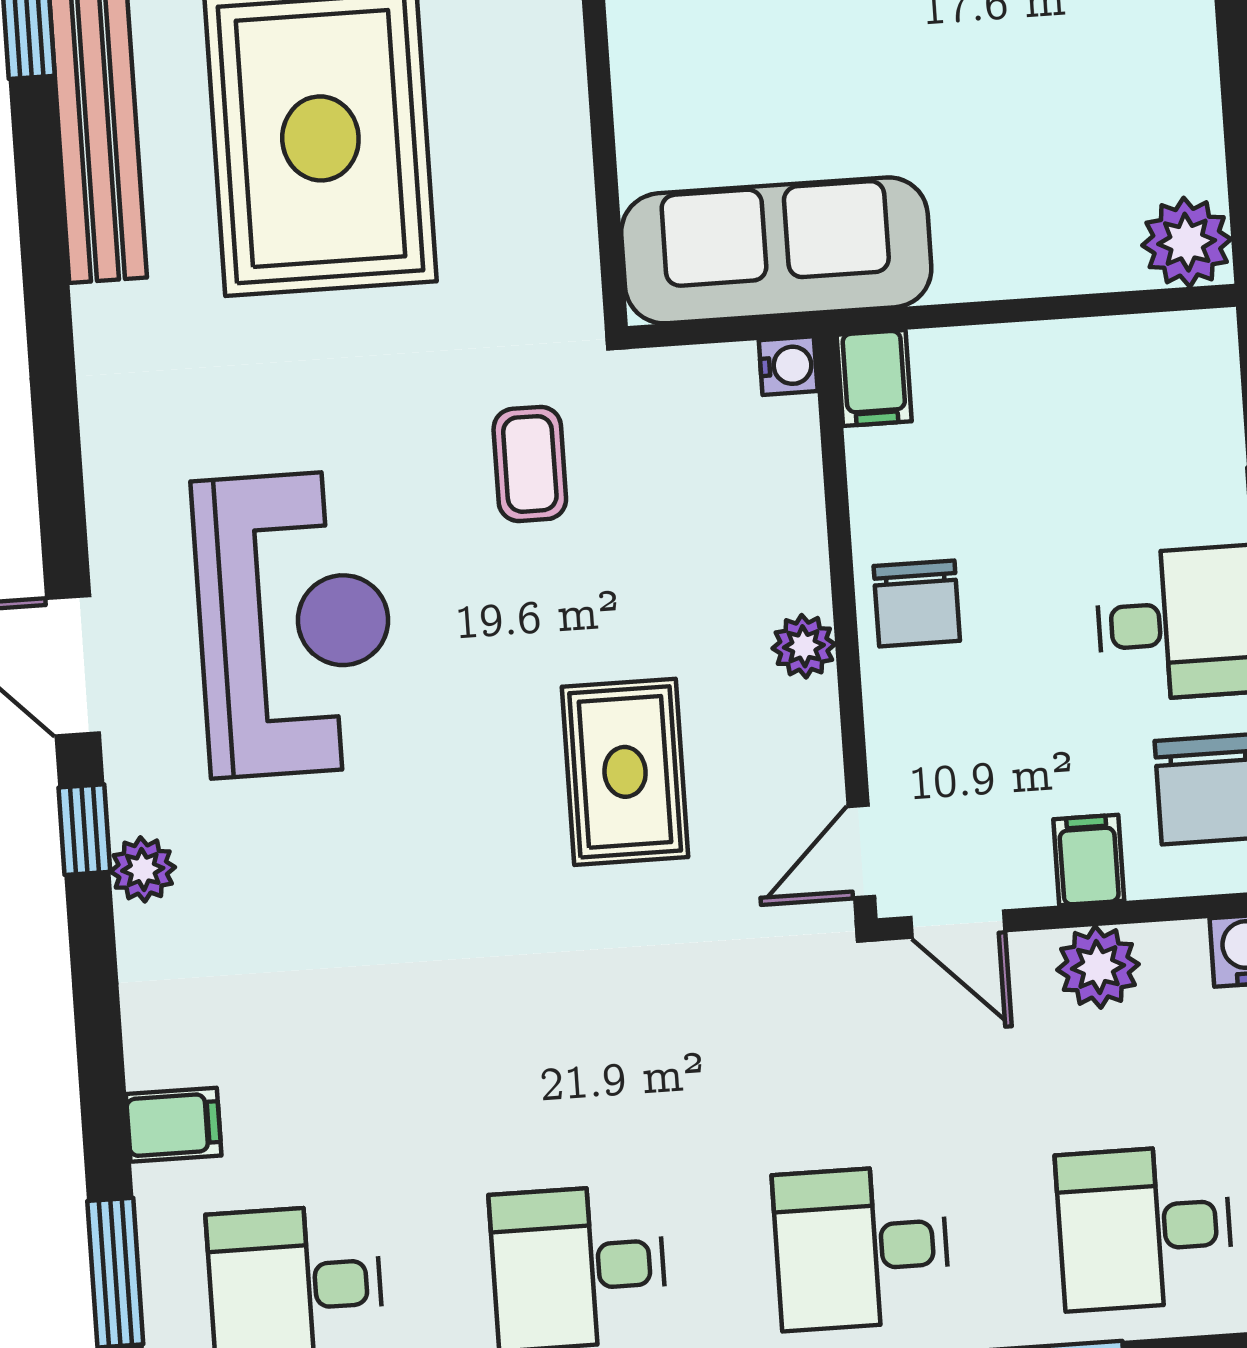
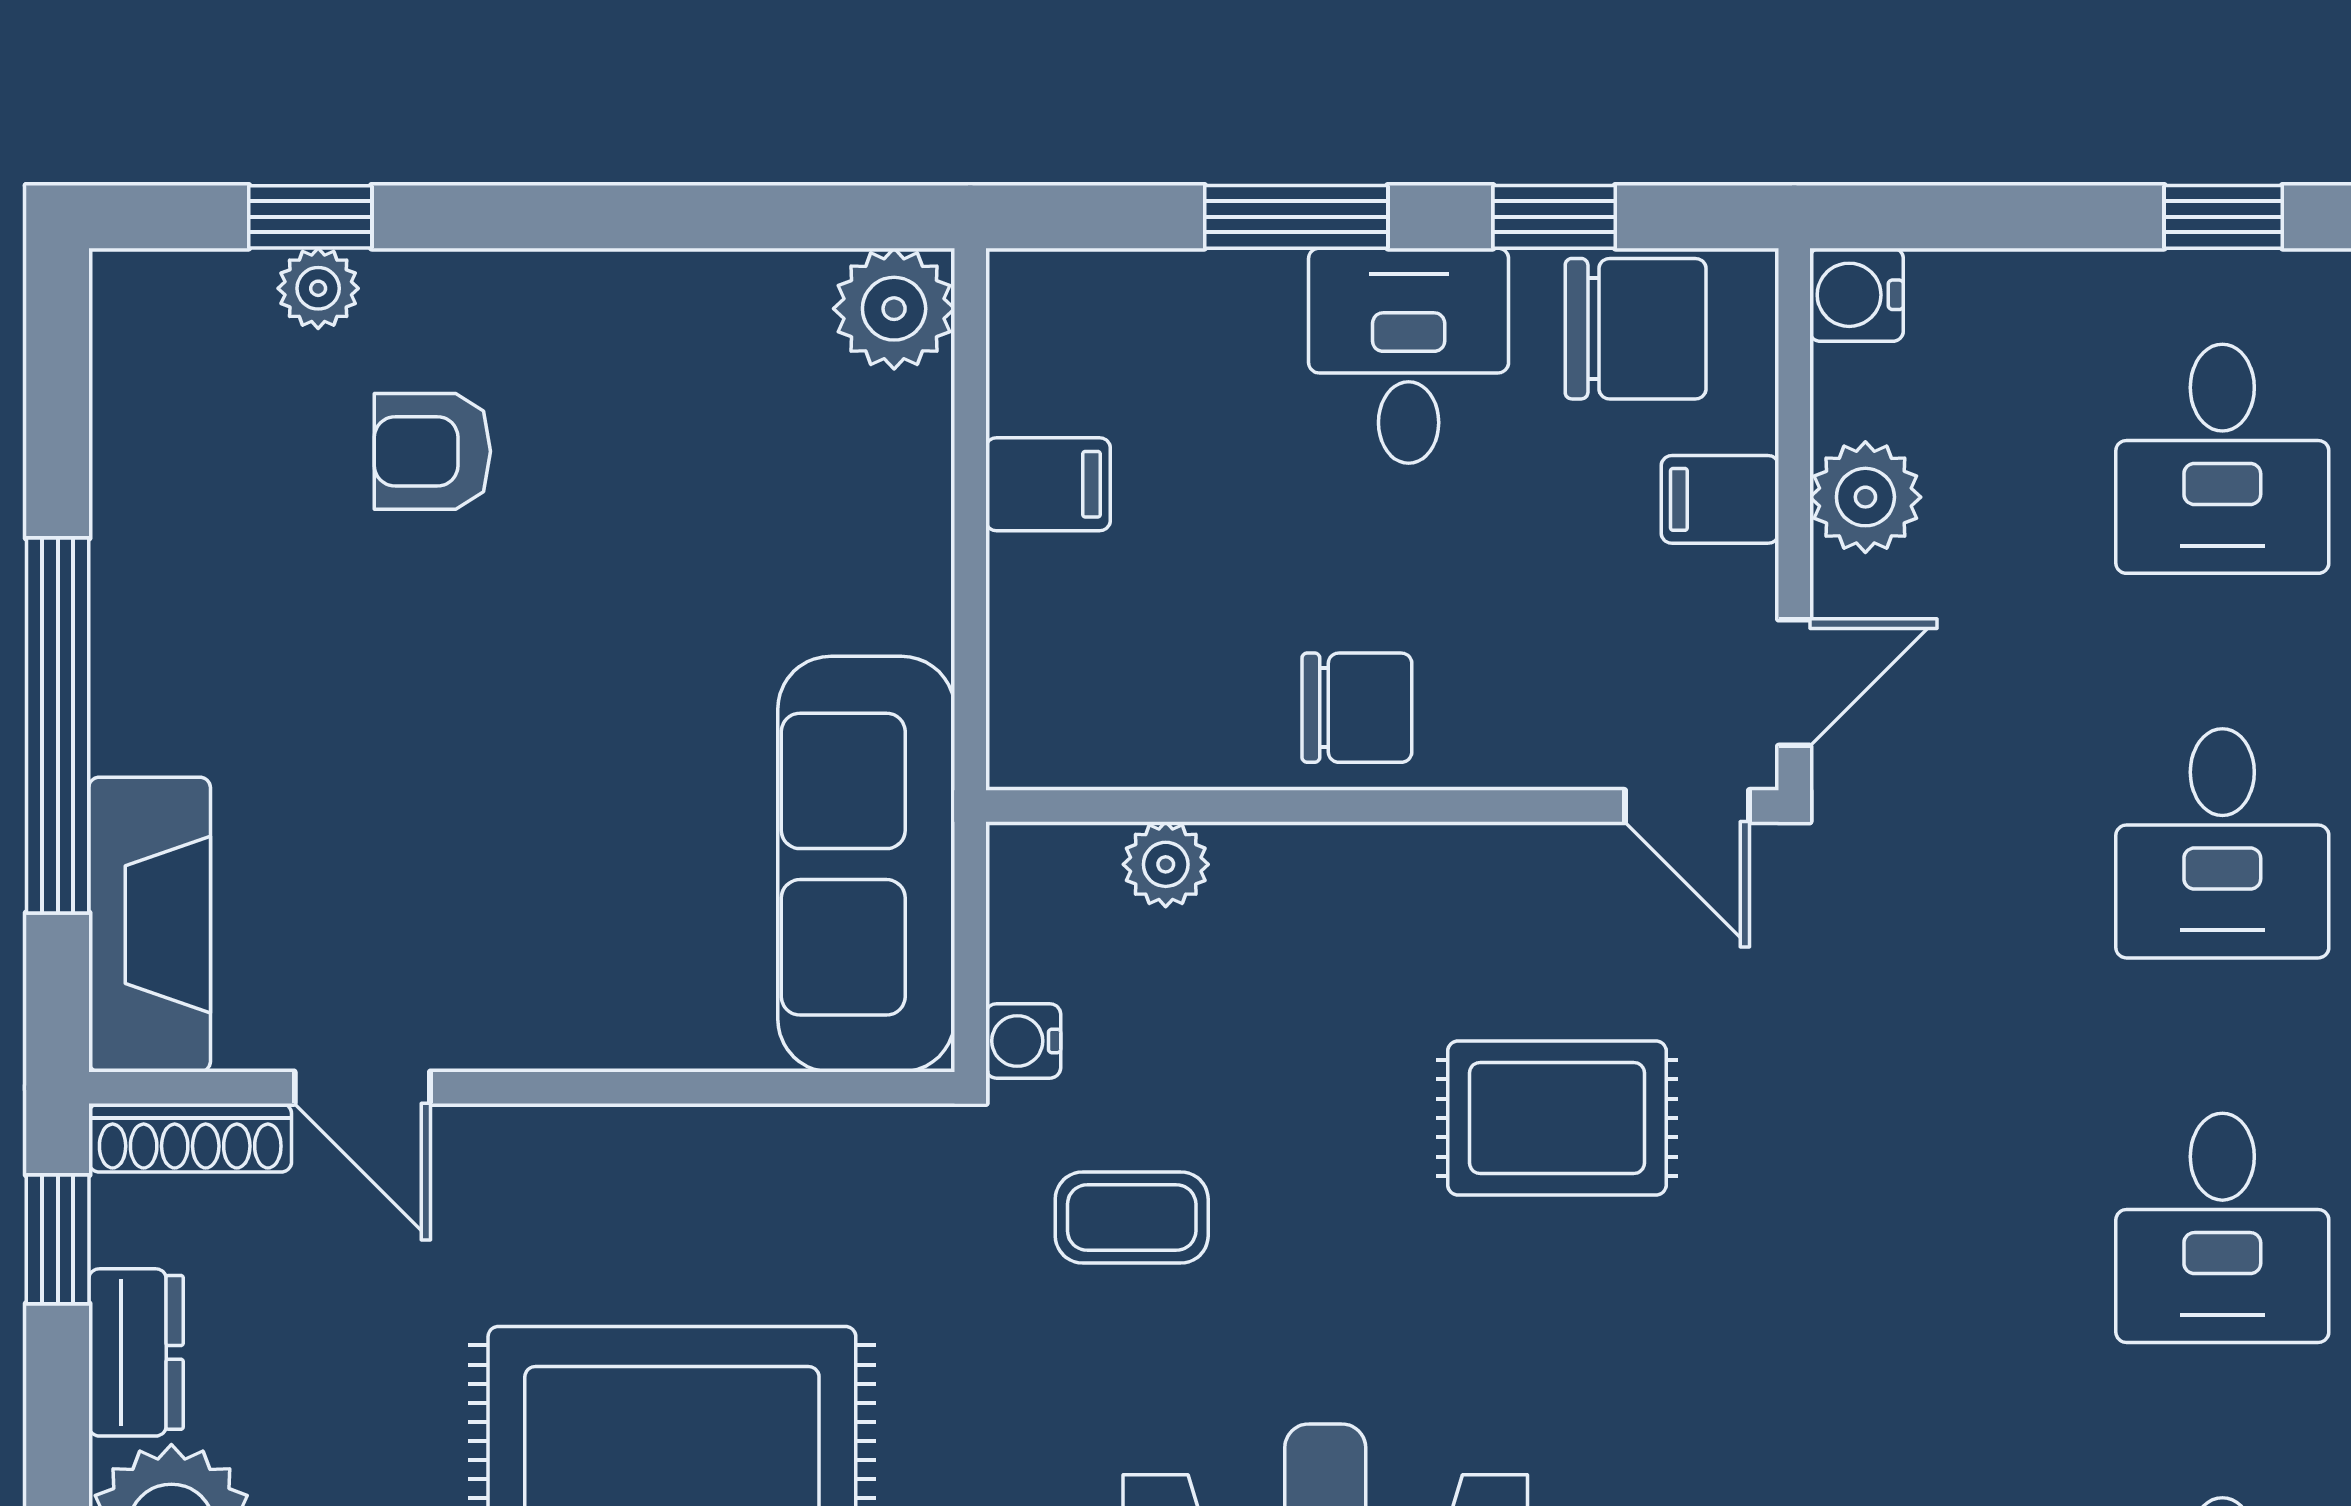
water cooler: (788, 366) -> (1023, 1041), moved, turned -90
filing cabinet: (874, 378) -> (1048, 484), moved
plant: (804, 646) -> (1166, 864), moved

